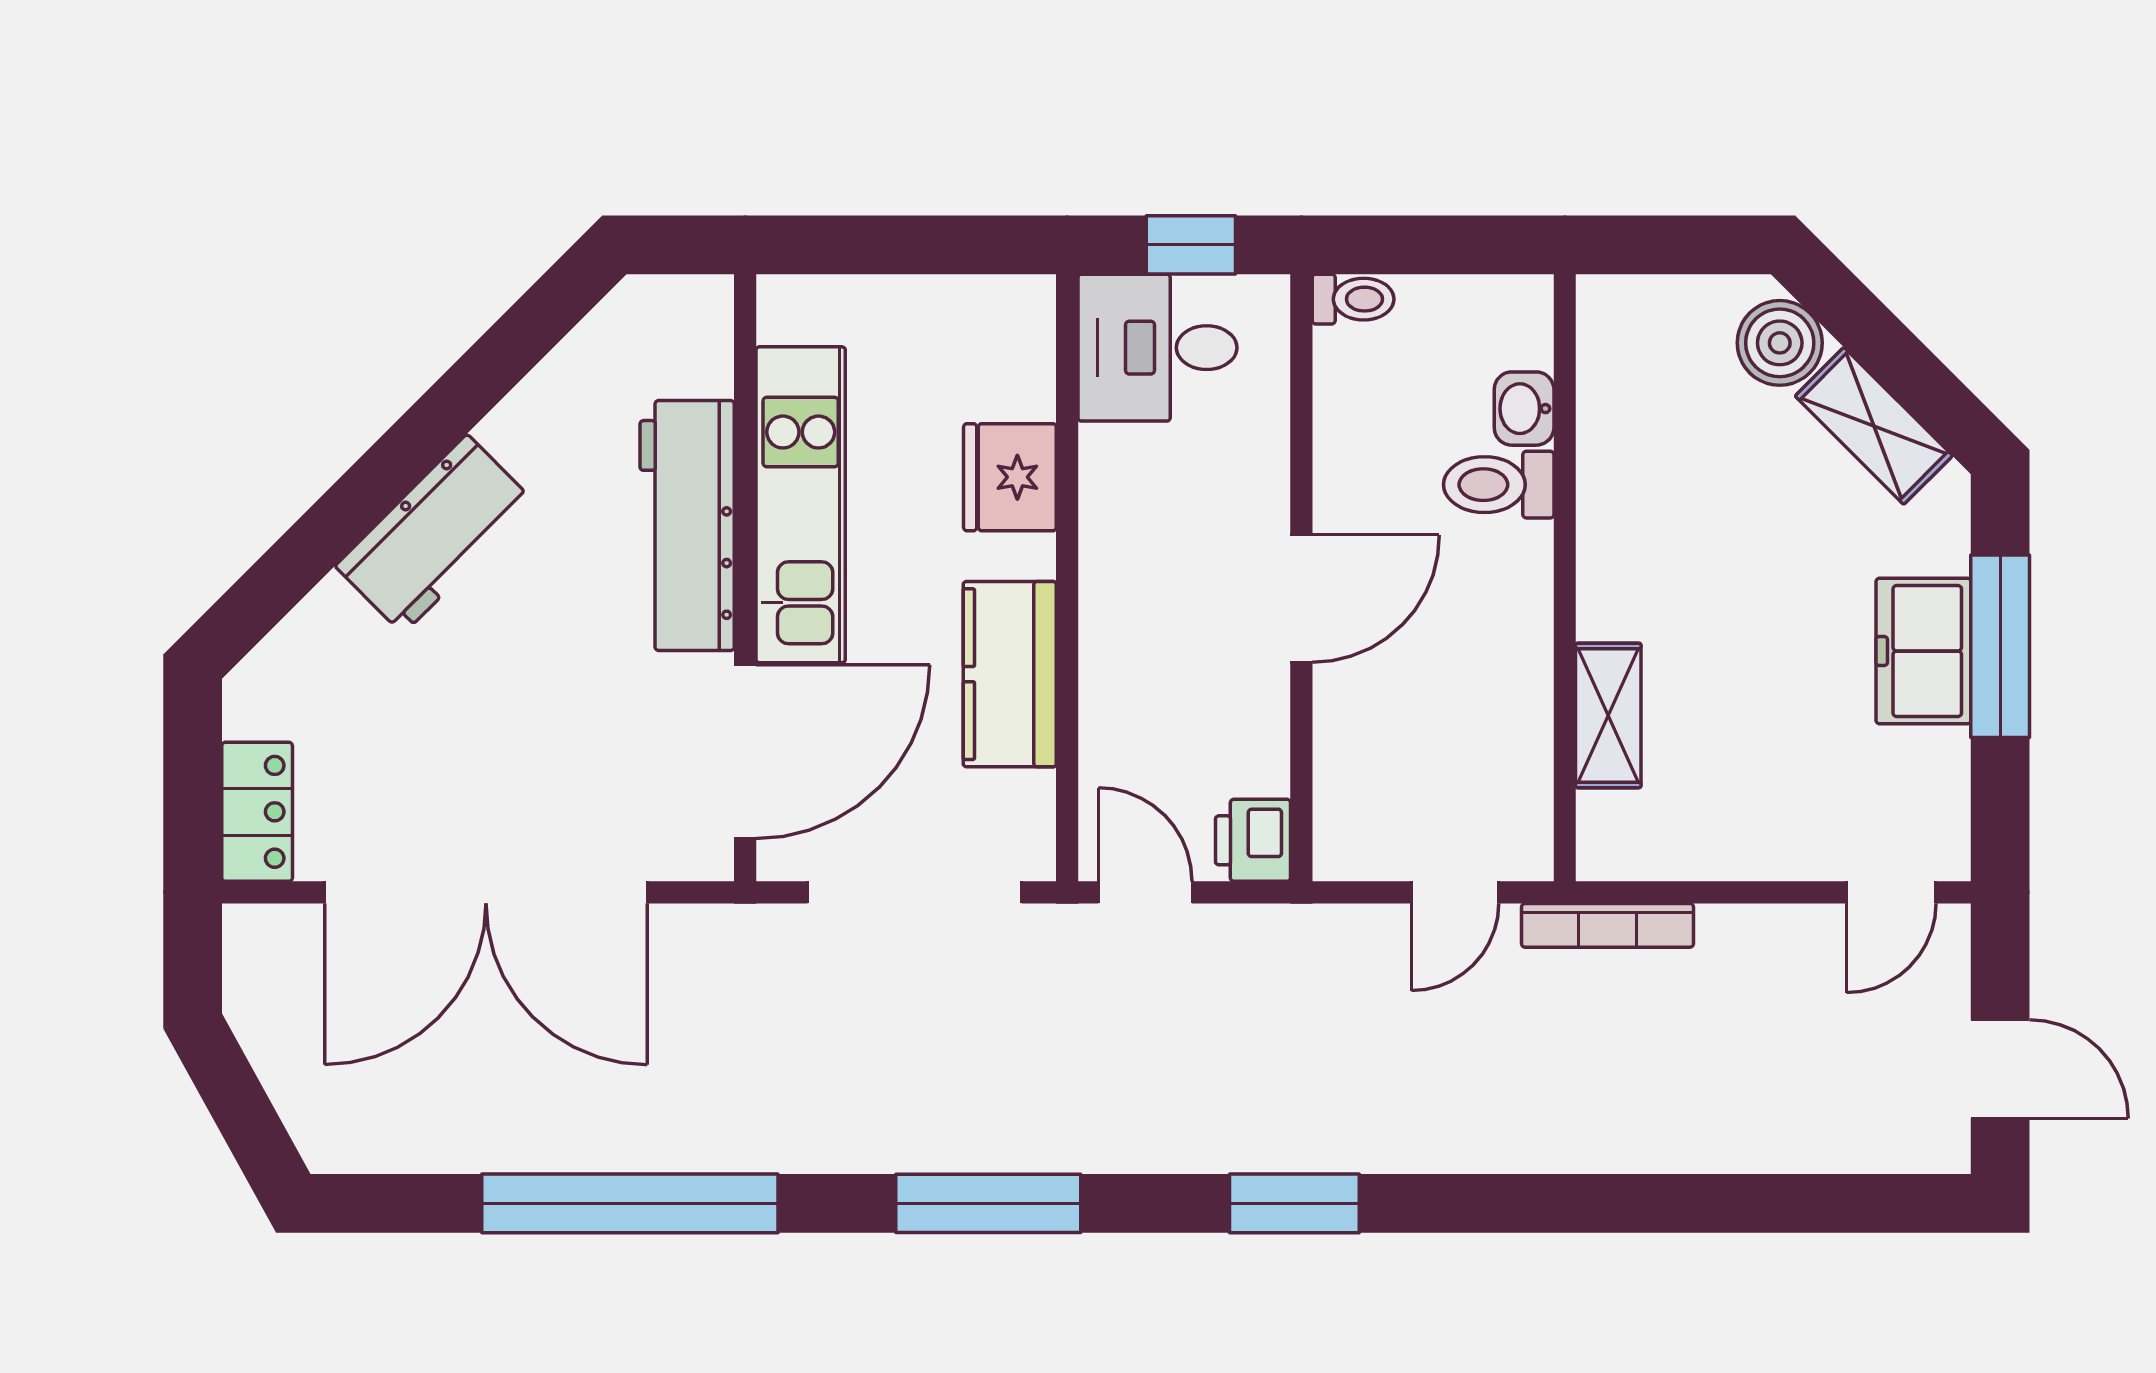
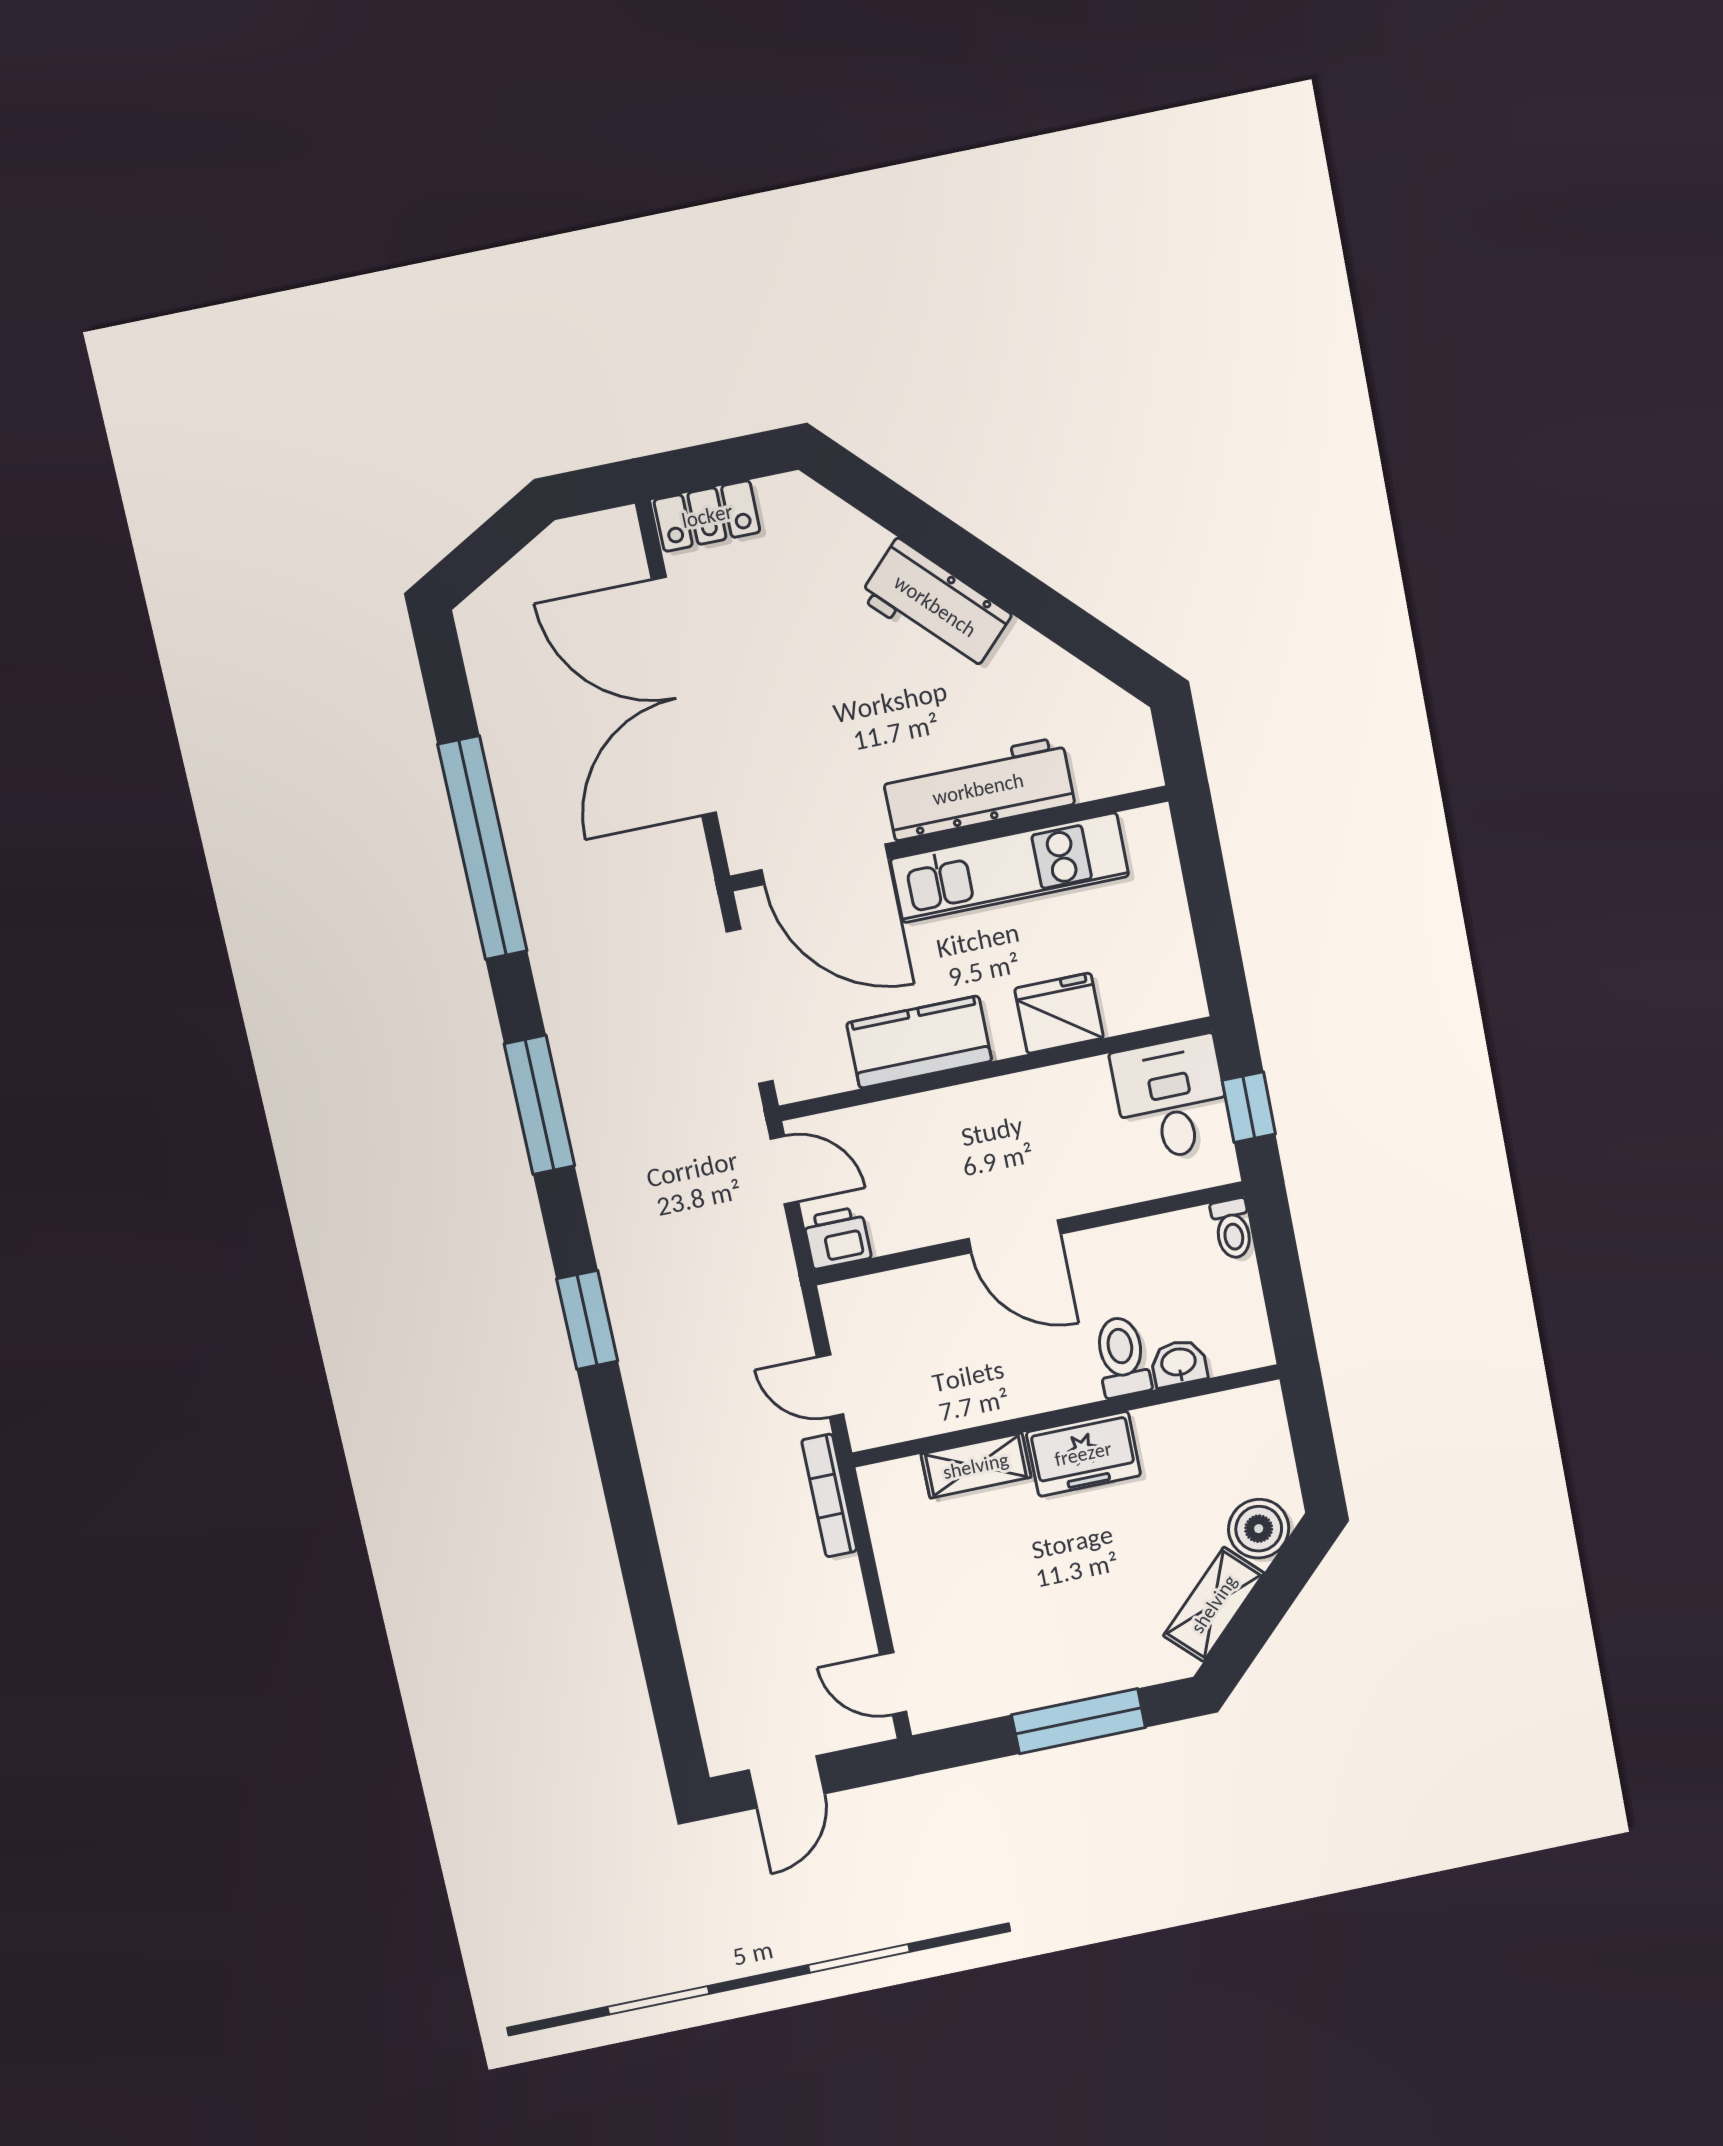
freezer: (1923, 651) -> (1083, 1454), moved, turned 180
door: (1145, 892) -> (784, 1170), hinge flipped

